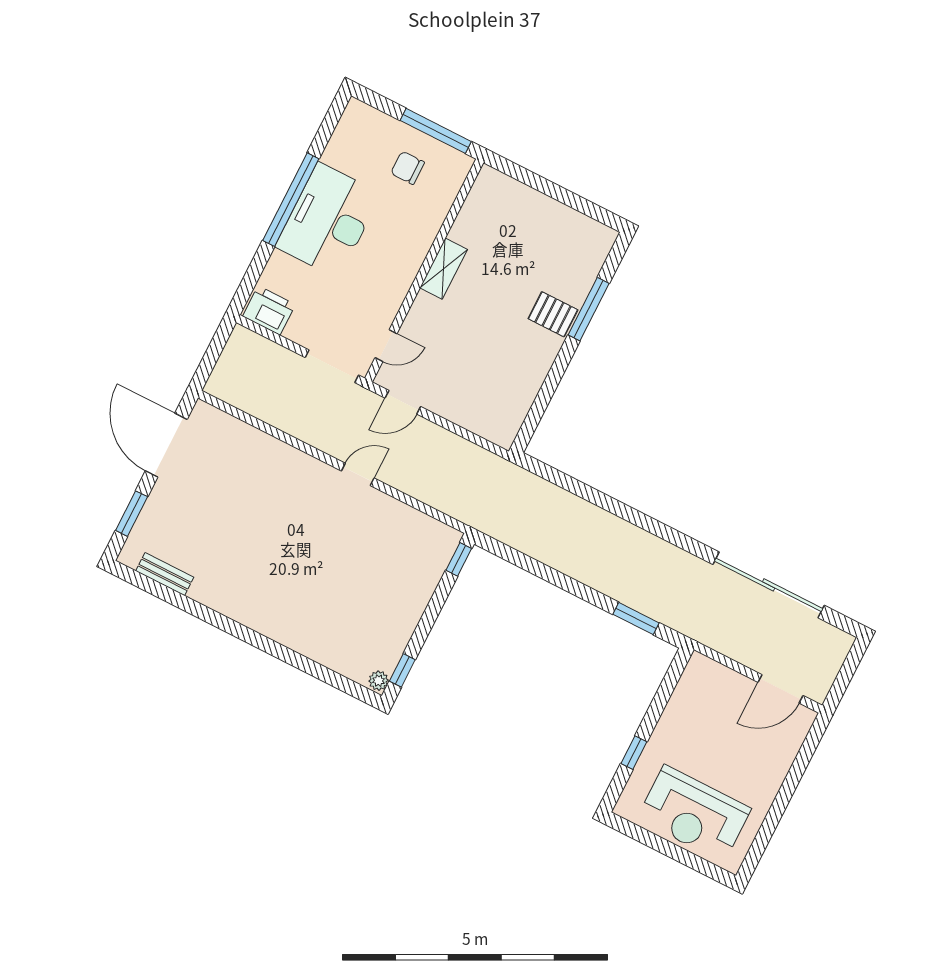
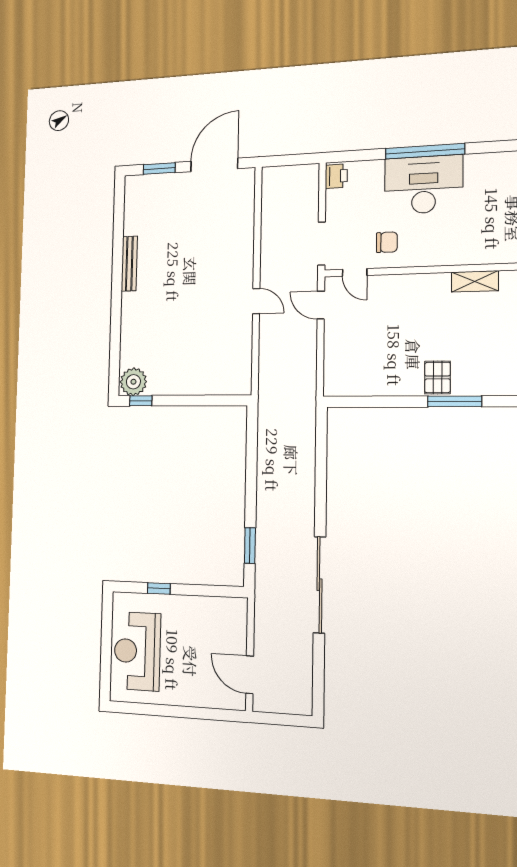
chair: (408, 168) -> (387, 242), moved, turned 90
shelving: (444, 269) -> (475, 281), moved
printer: (269, 310) -> (336, 176), width x0.73, depth x0.81
window: (459, 559) -> (232, 400), removed
bench: (165, 574) -> (129, 264), moved, width x1.36
sliding door: (769, 585) -> (320, 585), moved
plant: (379, 681) -> (133, 382), width x1.88, depth x1.88

